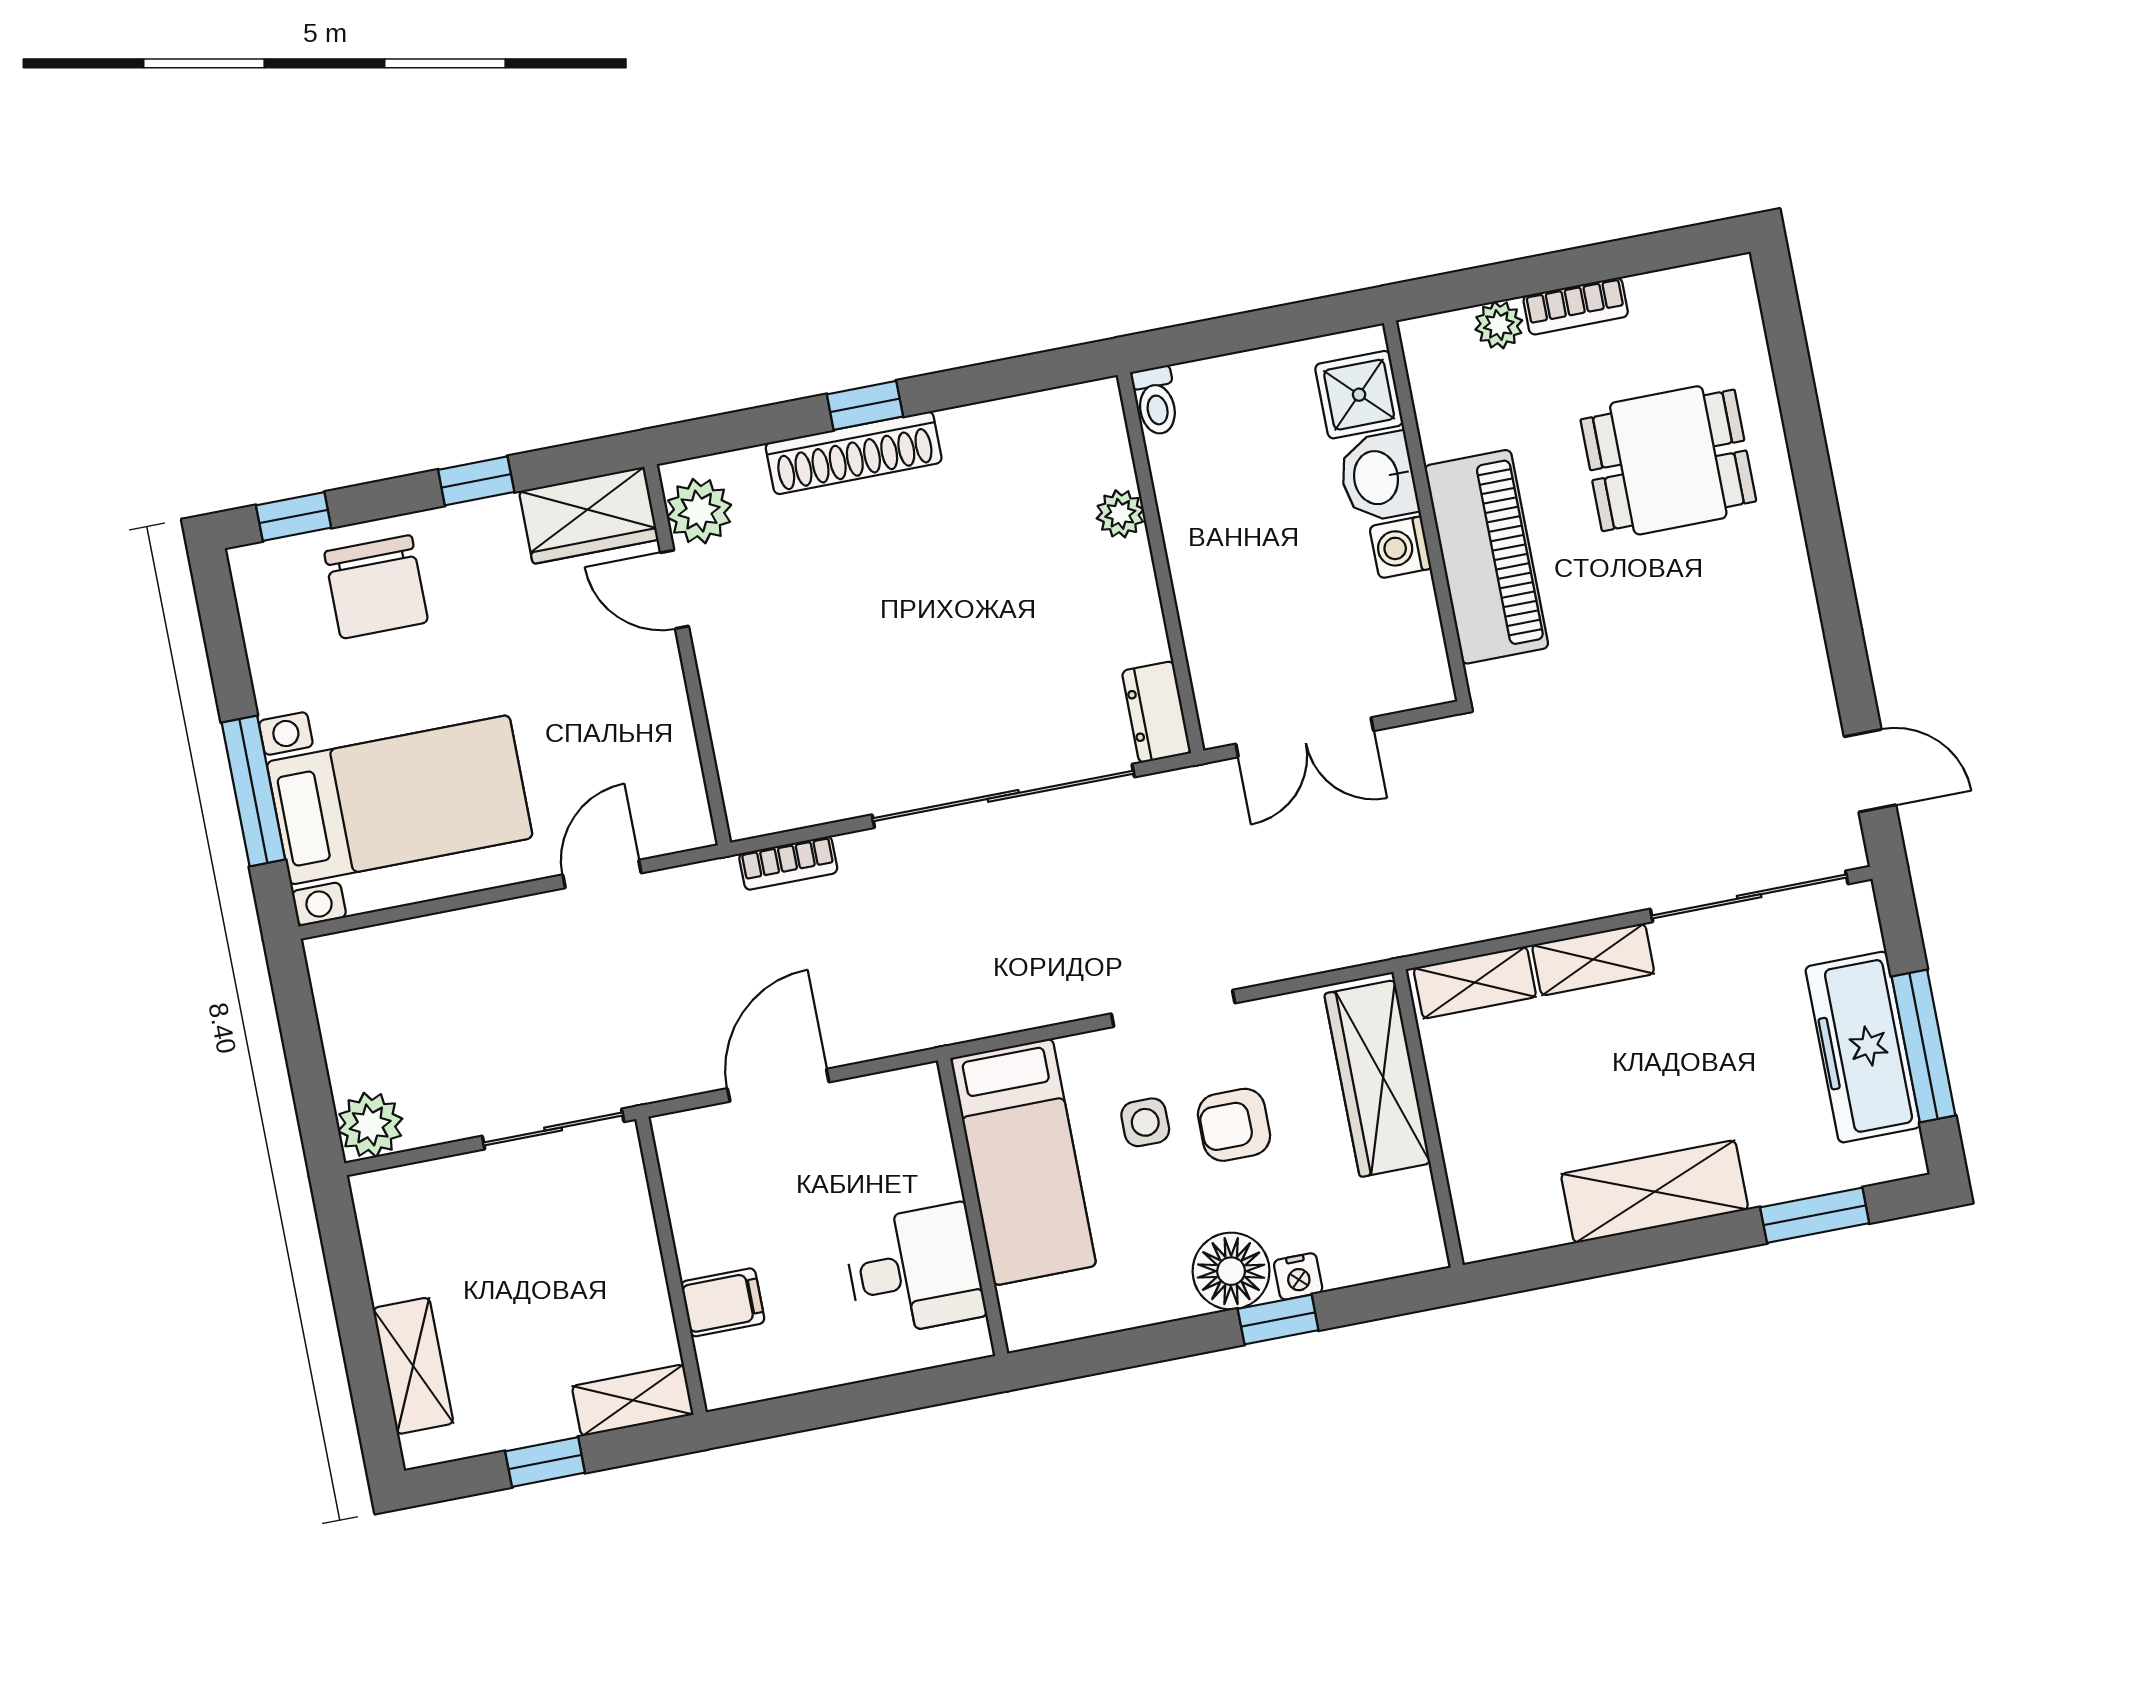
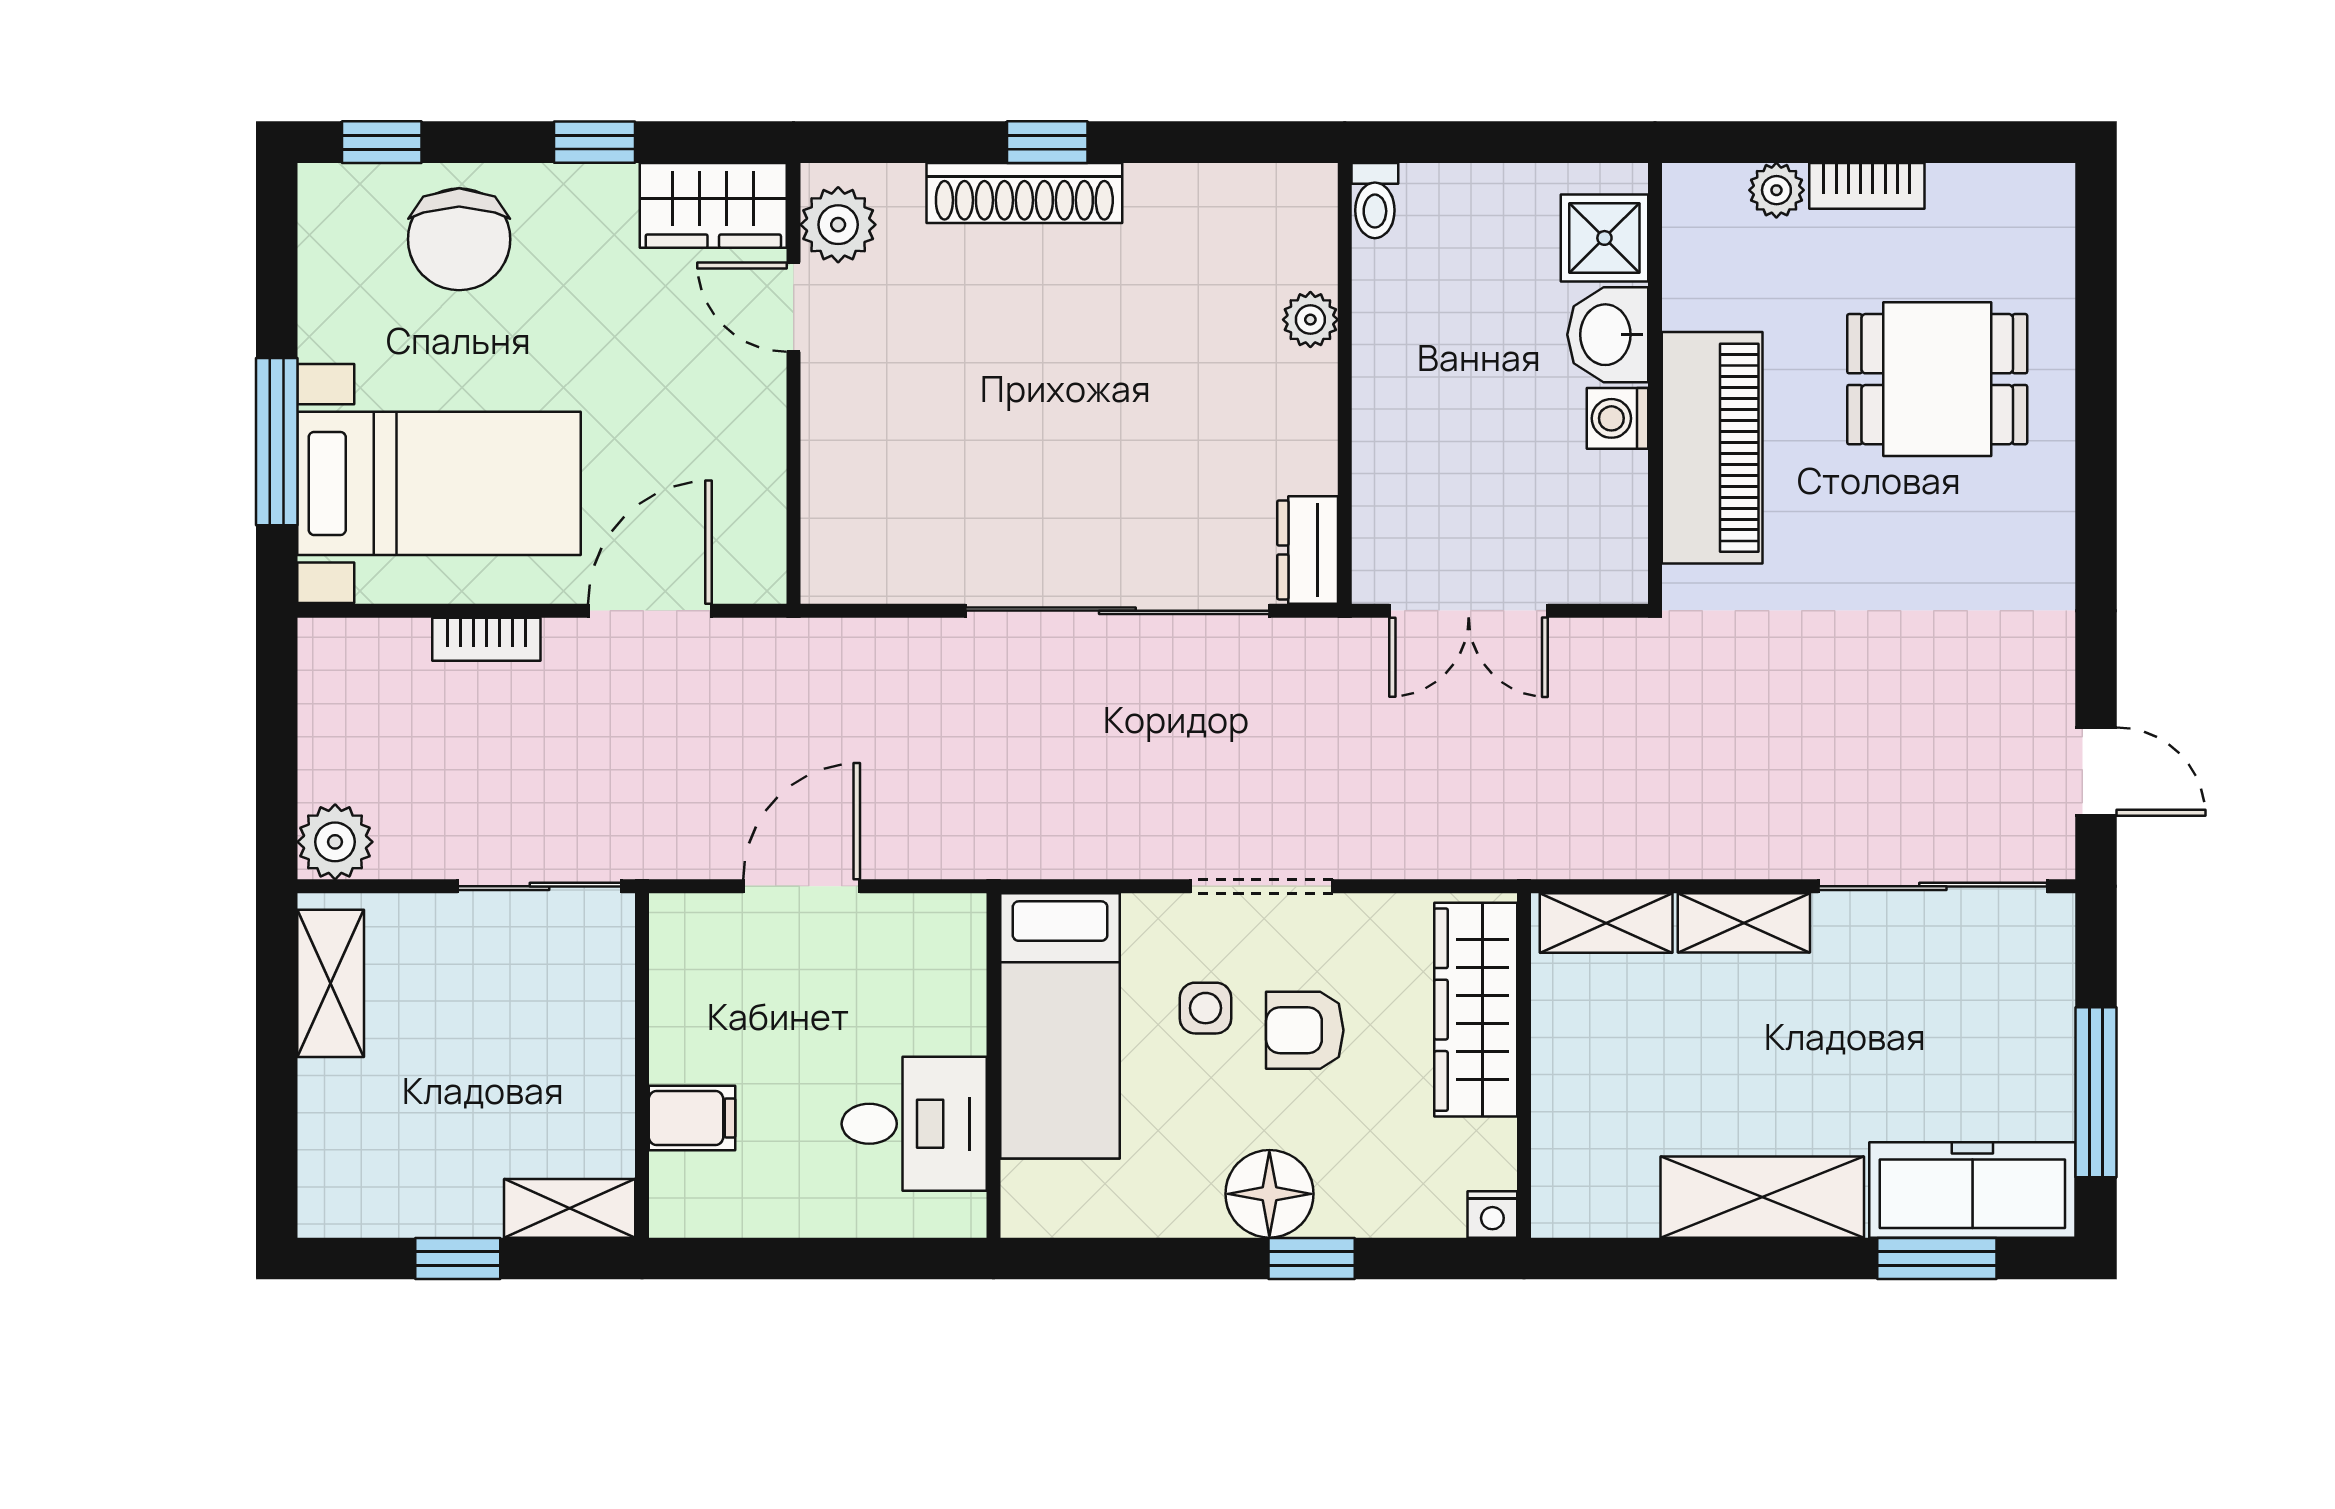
bookcase: (788, 863) -> (486, 639), moved
door: (602, 874) -> (650, 611), width x1.38
freezer: (1863, 1047) -> (1972, 1190), moved, turned 90
nightstand: (1298, 1276) -> (1492, 1214), moved
shelving: (413, 1366) -> (331, 983), moved

